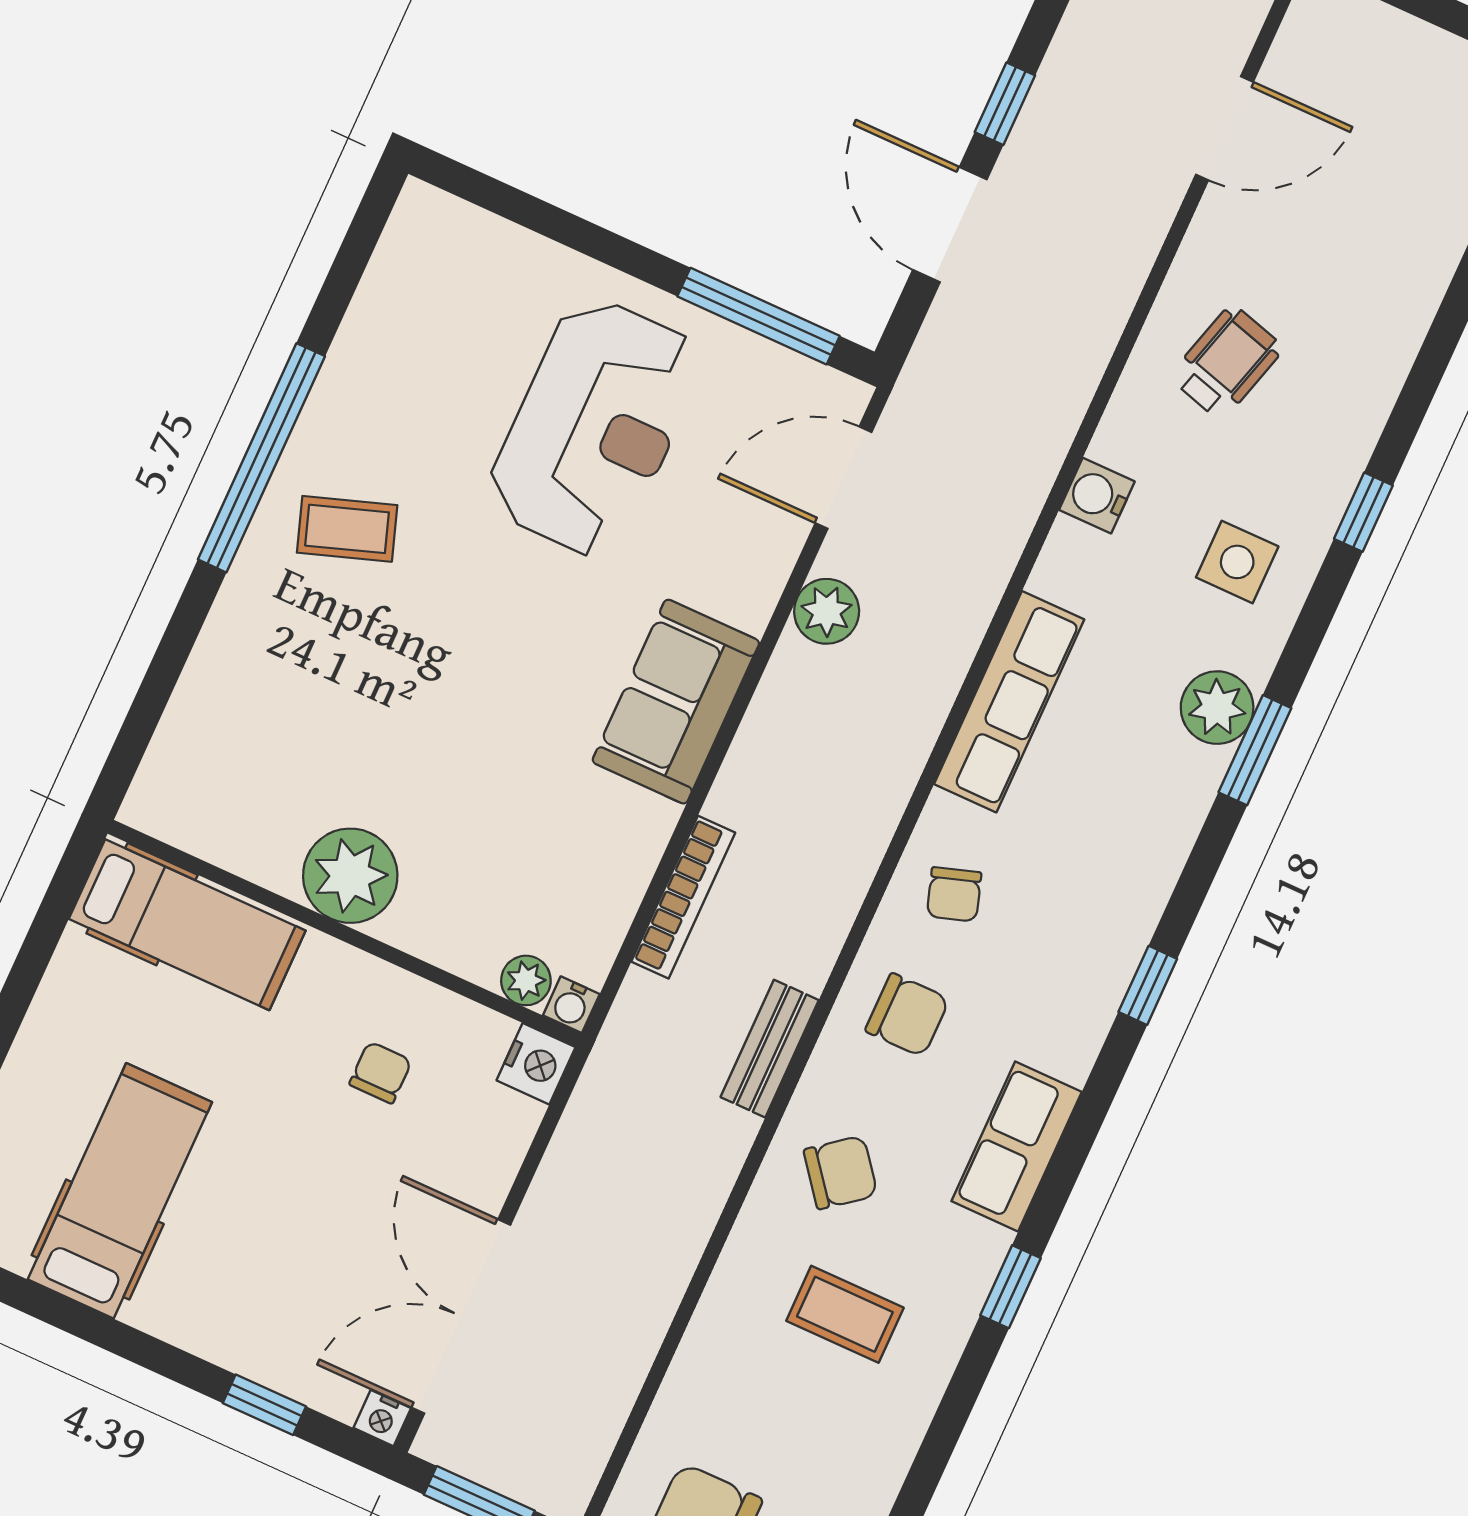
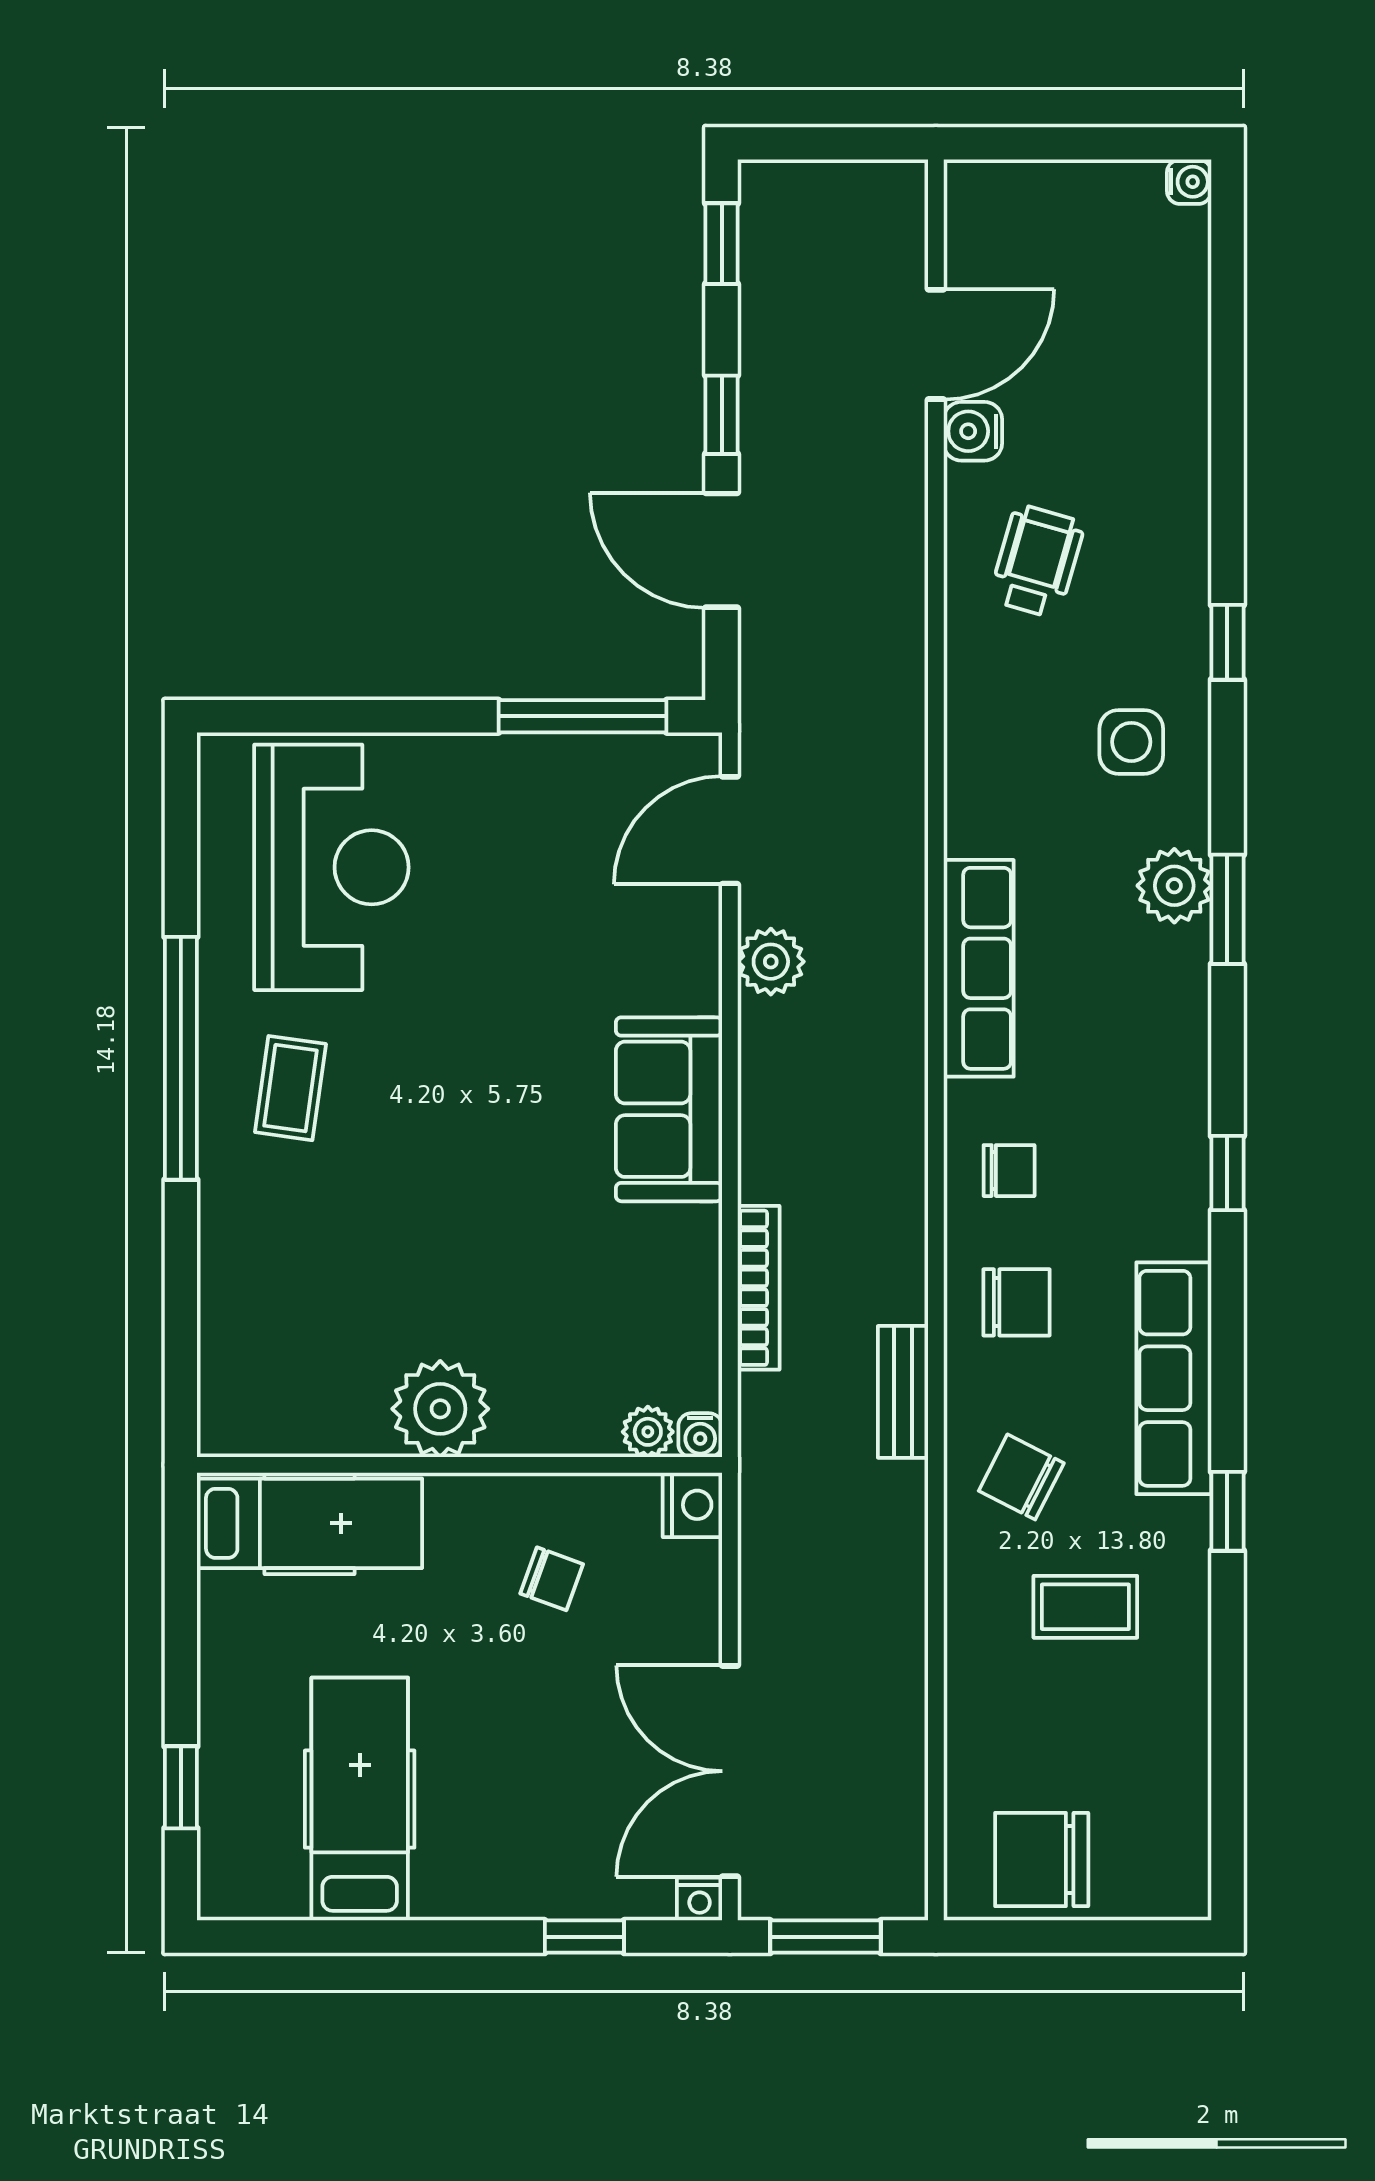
reception desk: (595, 427) -> (331, 867), moved
water cooler: (1097, 496) -> (973, 431), moved
coffee table: (347, 529) -> (290, 1088), turned -63
chair: (954, 894) -> (1009, 1171), turned -72
chair: (380, 1072) -> (552, 1579), turned 110
row of seats: (1017, 1146) -> (1174, 1378), width x1.48
chair: (841, 1172) -> (1021, 1477), turned -115

